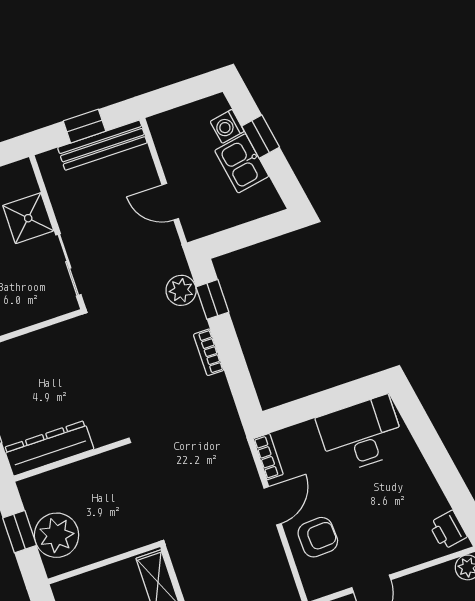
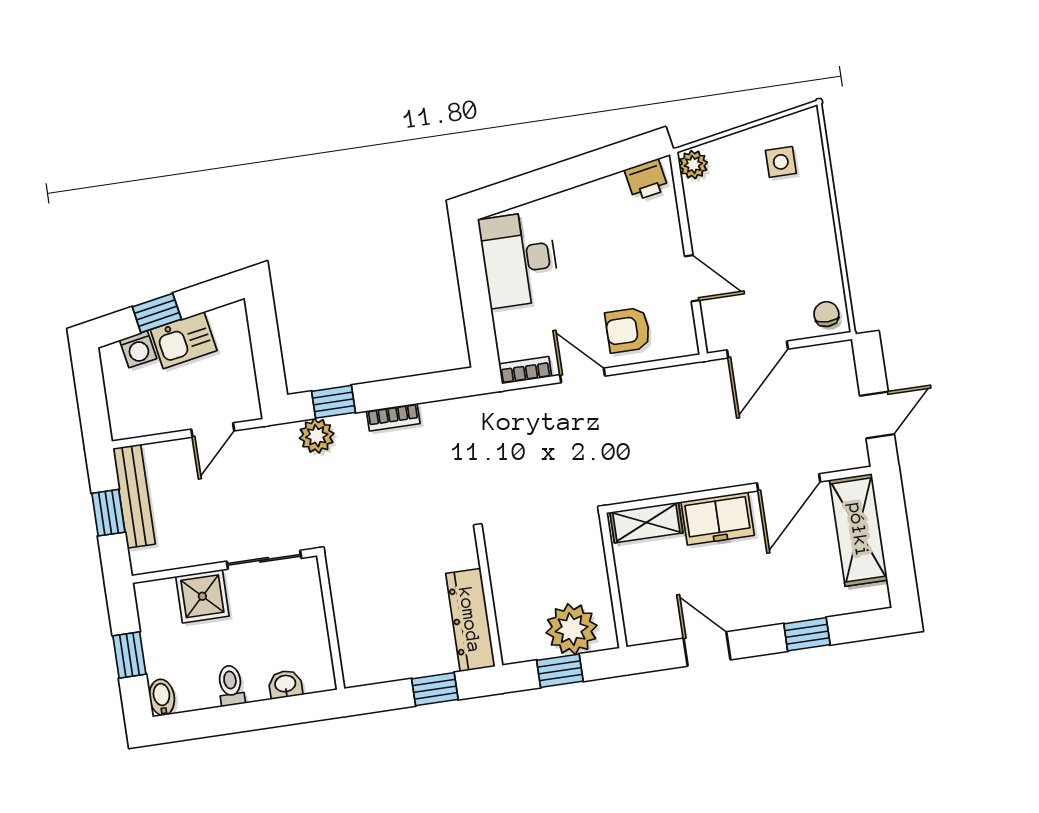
armchair: (318, 537) -> (628, 330), turned -87

